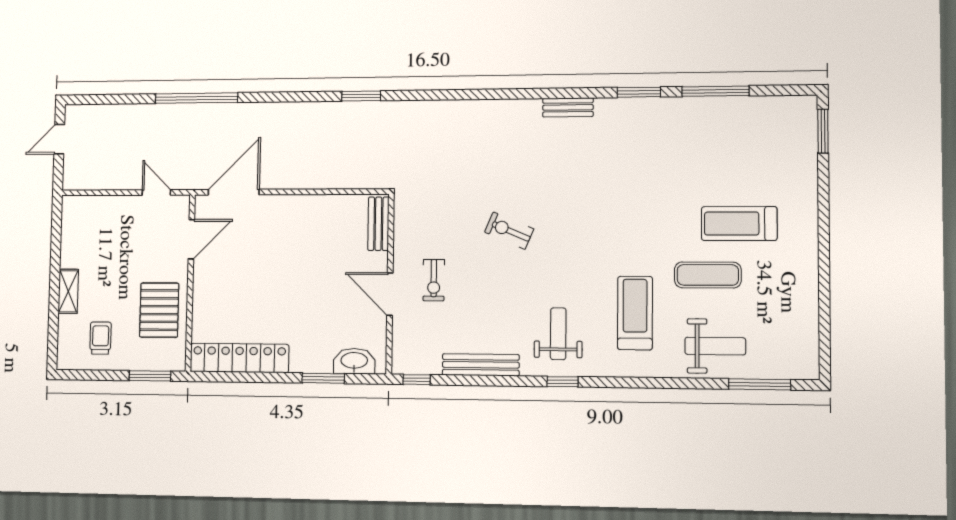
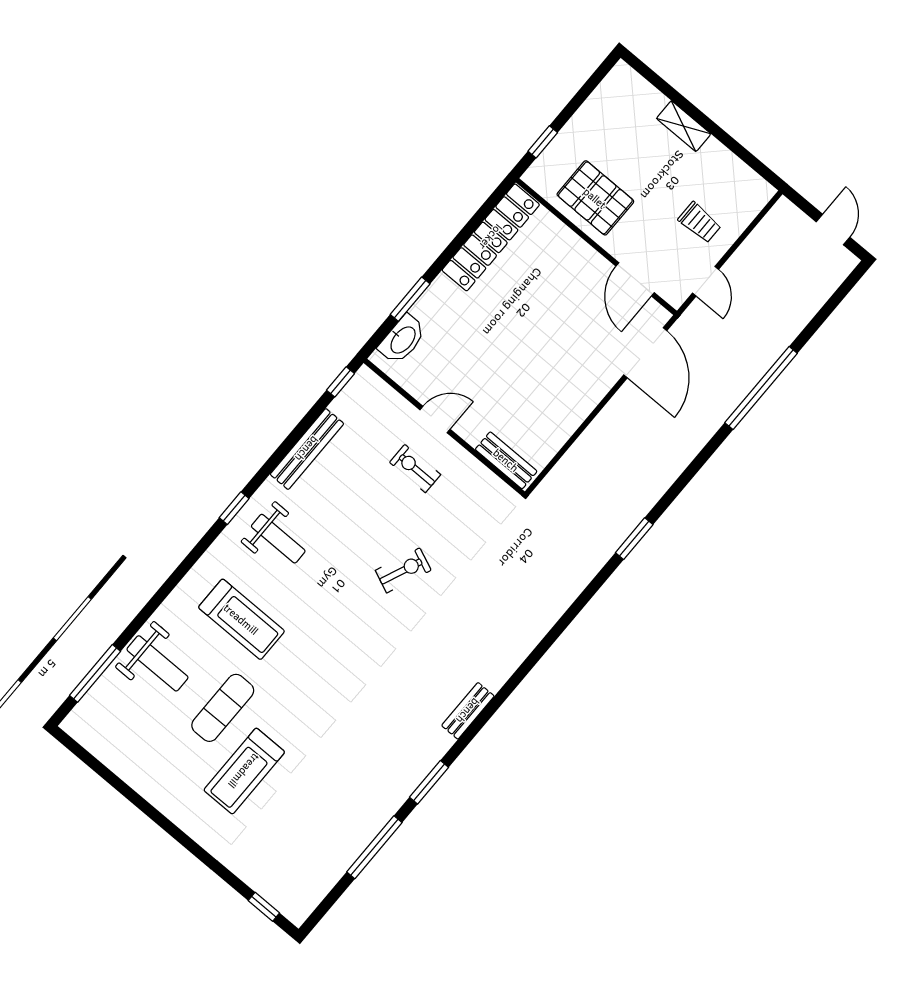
window: (823, 131) -> (264, 907), width x0.67
door: (156, 192) -> (706, 281), hinge flipped
treadmill: (739, 224) -> (244, 771), turned 180
door: (390, 294) -> (435, 419), width x0.73
trolley: (100, 338) -> (700, 222), moved
weight bench: (715, 346) -> (157, 663), turned -90
window: (150, 376) -> (543, 142), width x0.67

